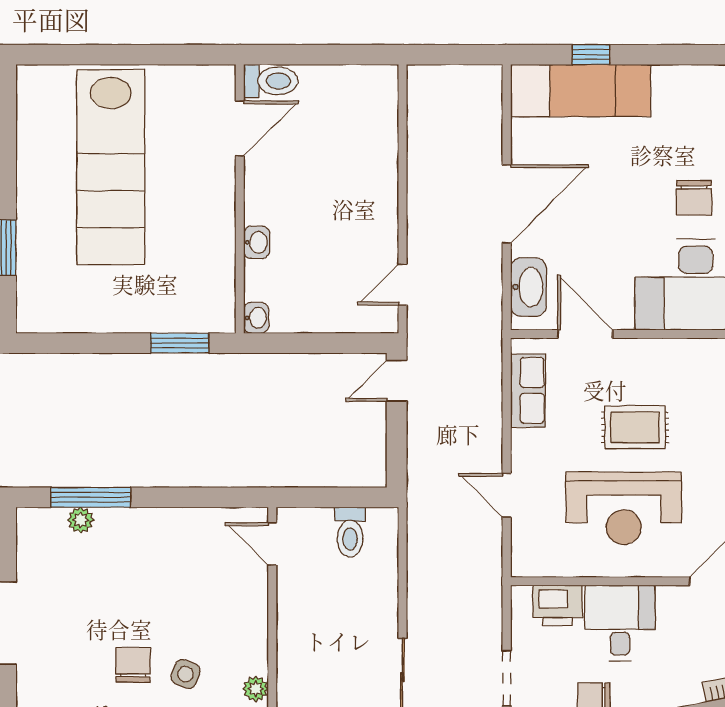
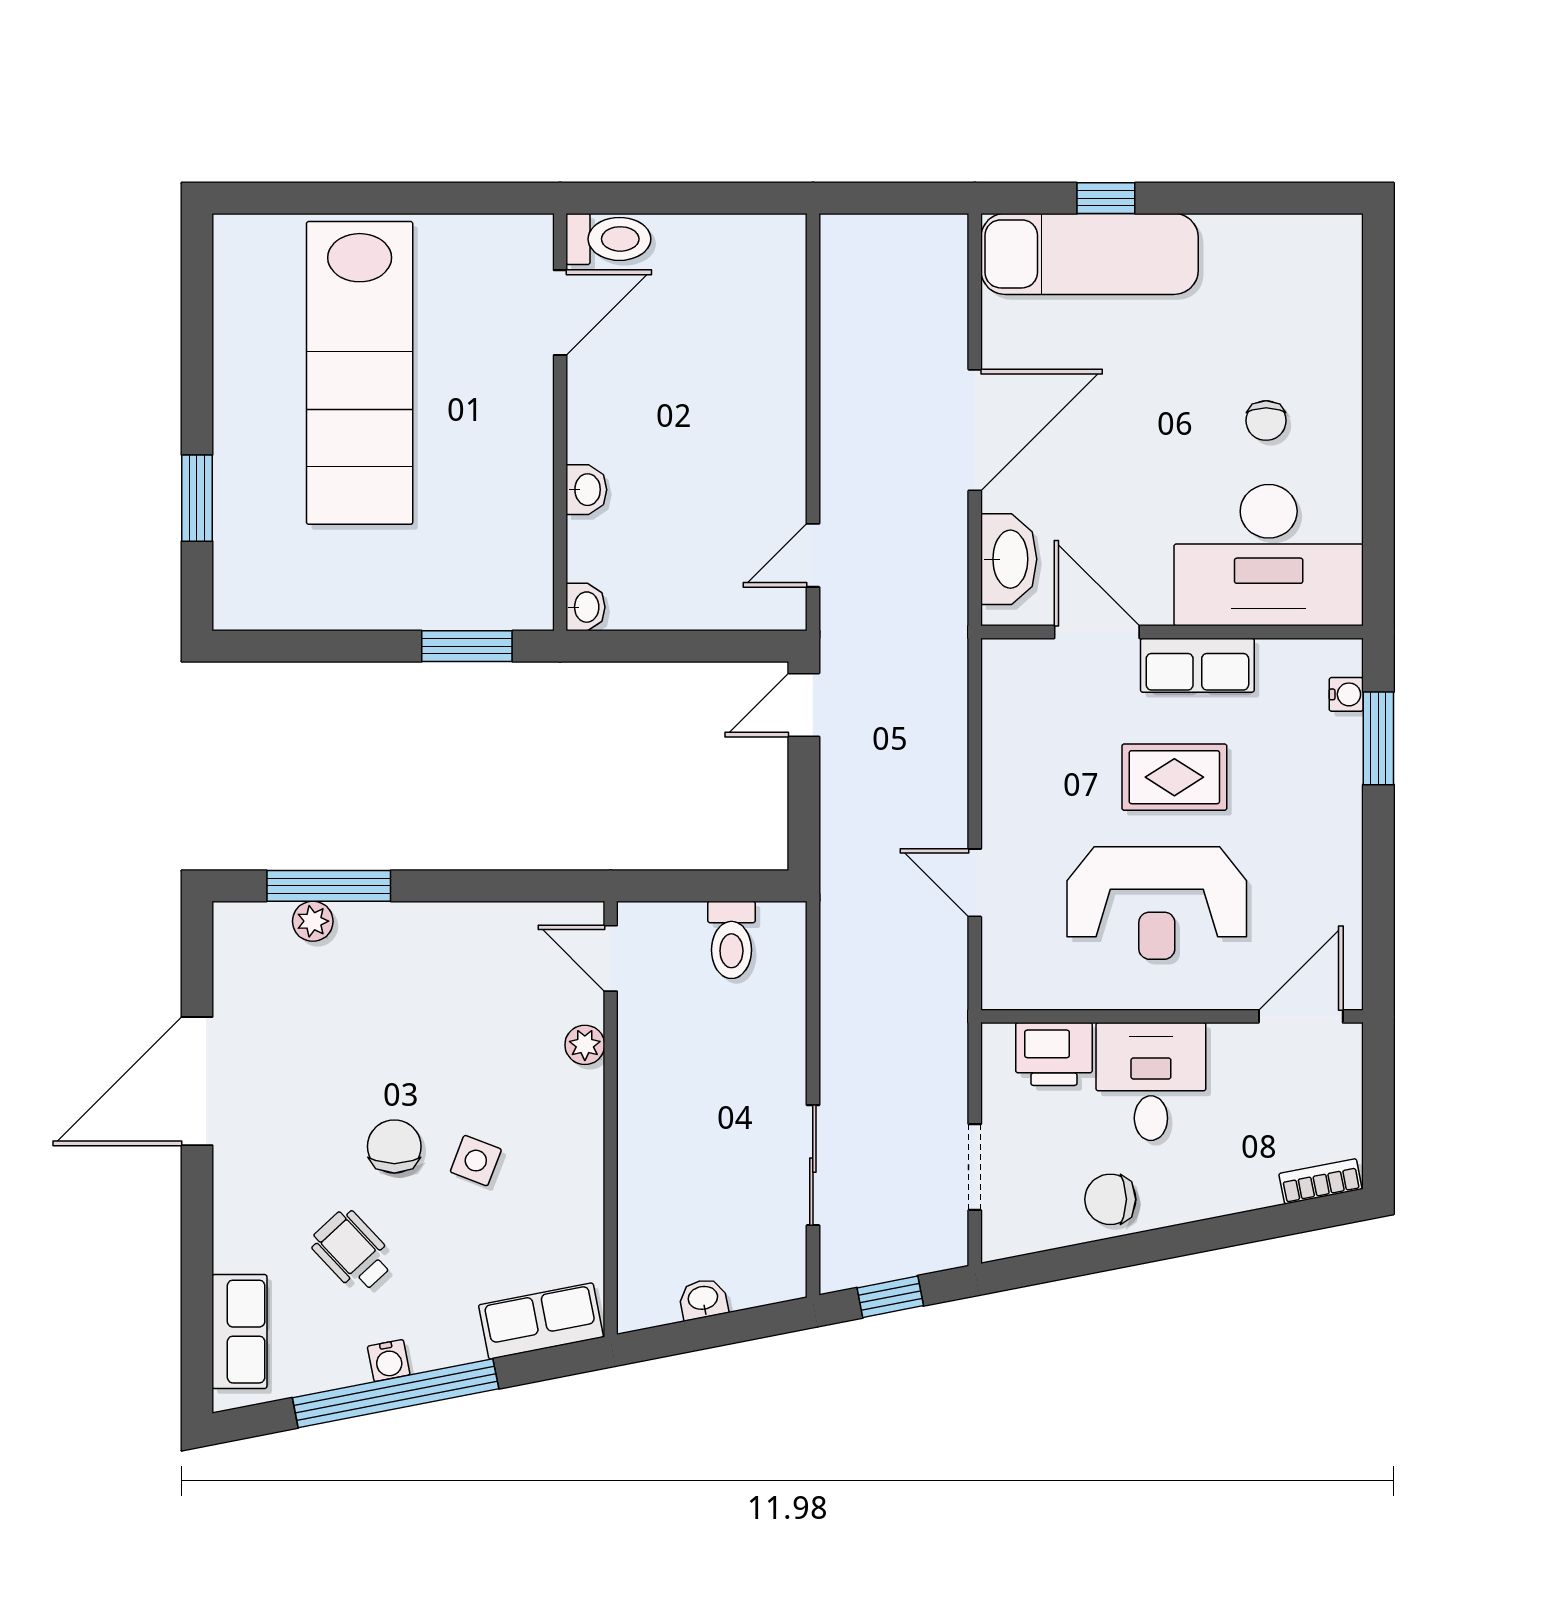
chair: (694, 198) -> (1266, 421), width x0.73, depth x0.73
row of seats: (528, 390) -> (1197, 665), moved, turned 90
plant: (256, 689) -> (585, 1045), moved

